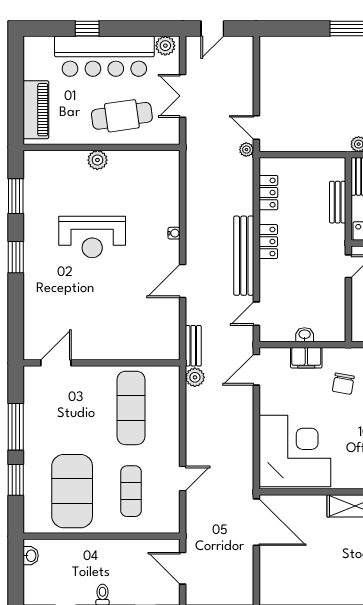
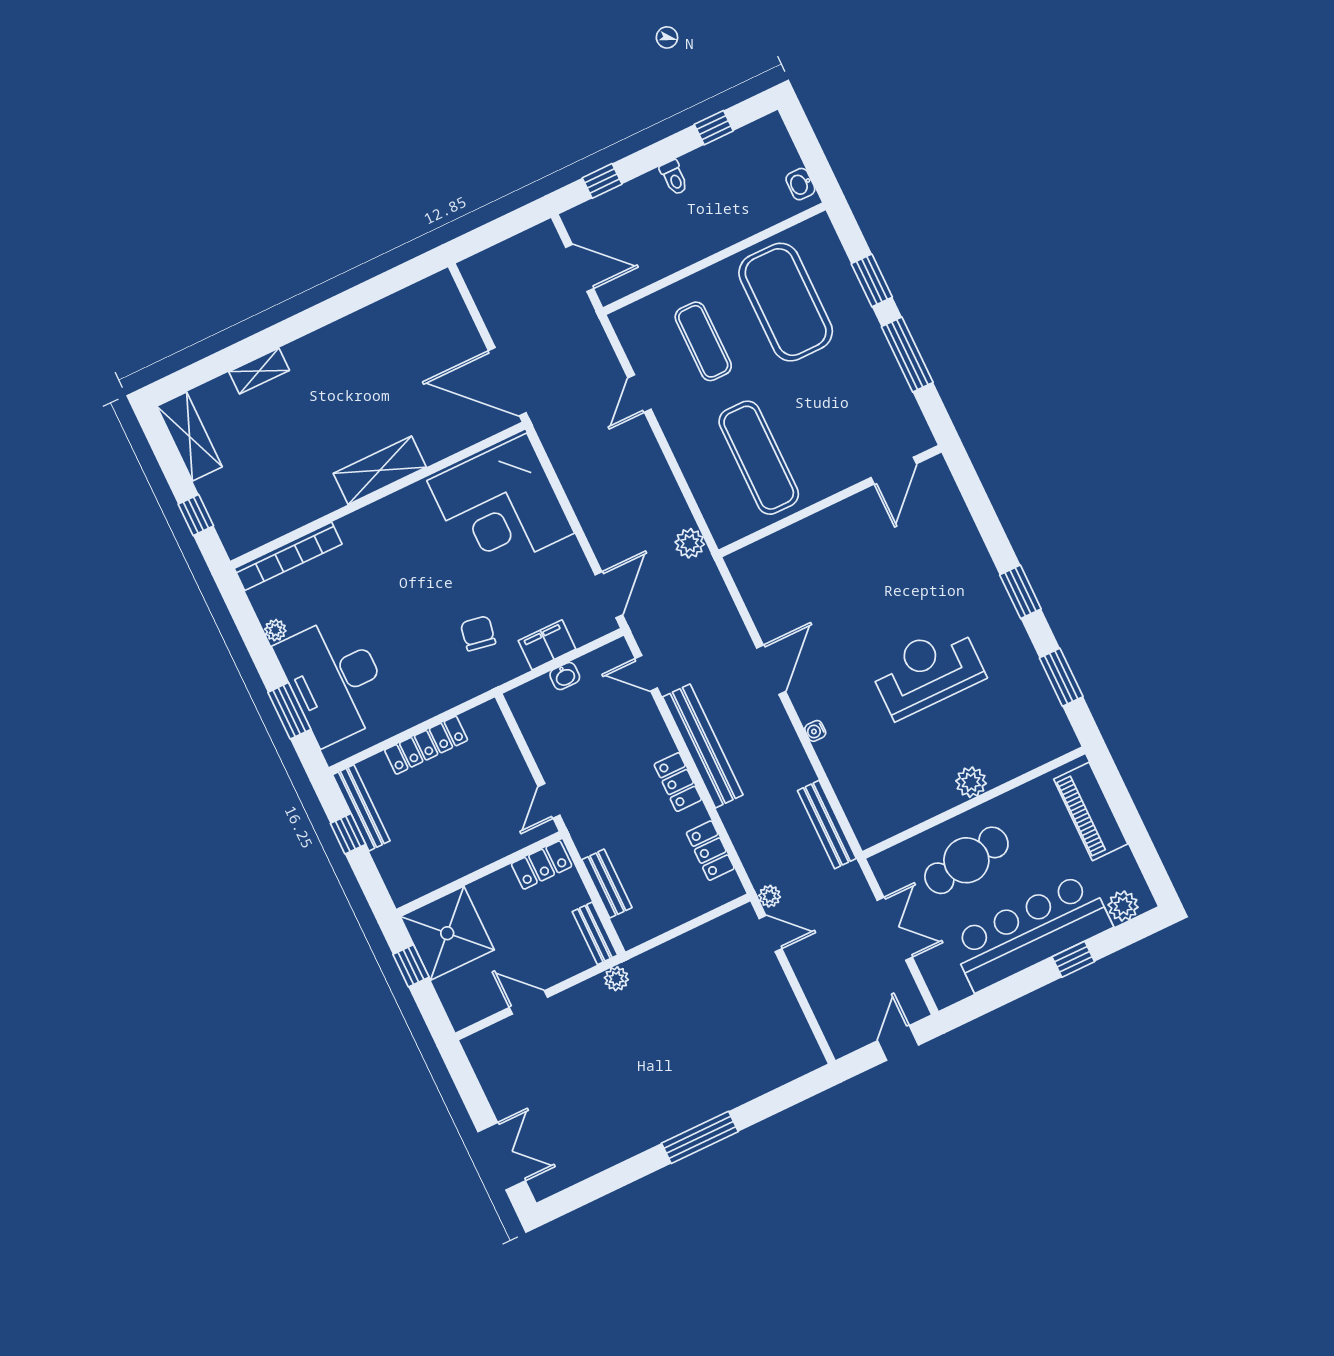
plant: (165, 46) -> (1123, 906), moved
door: (256, 314) -> (646, 673), swing flipped
bench: (193, 346) -> (827, 825), moved, width x1.36

